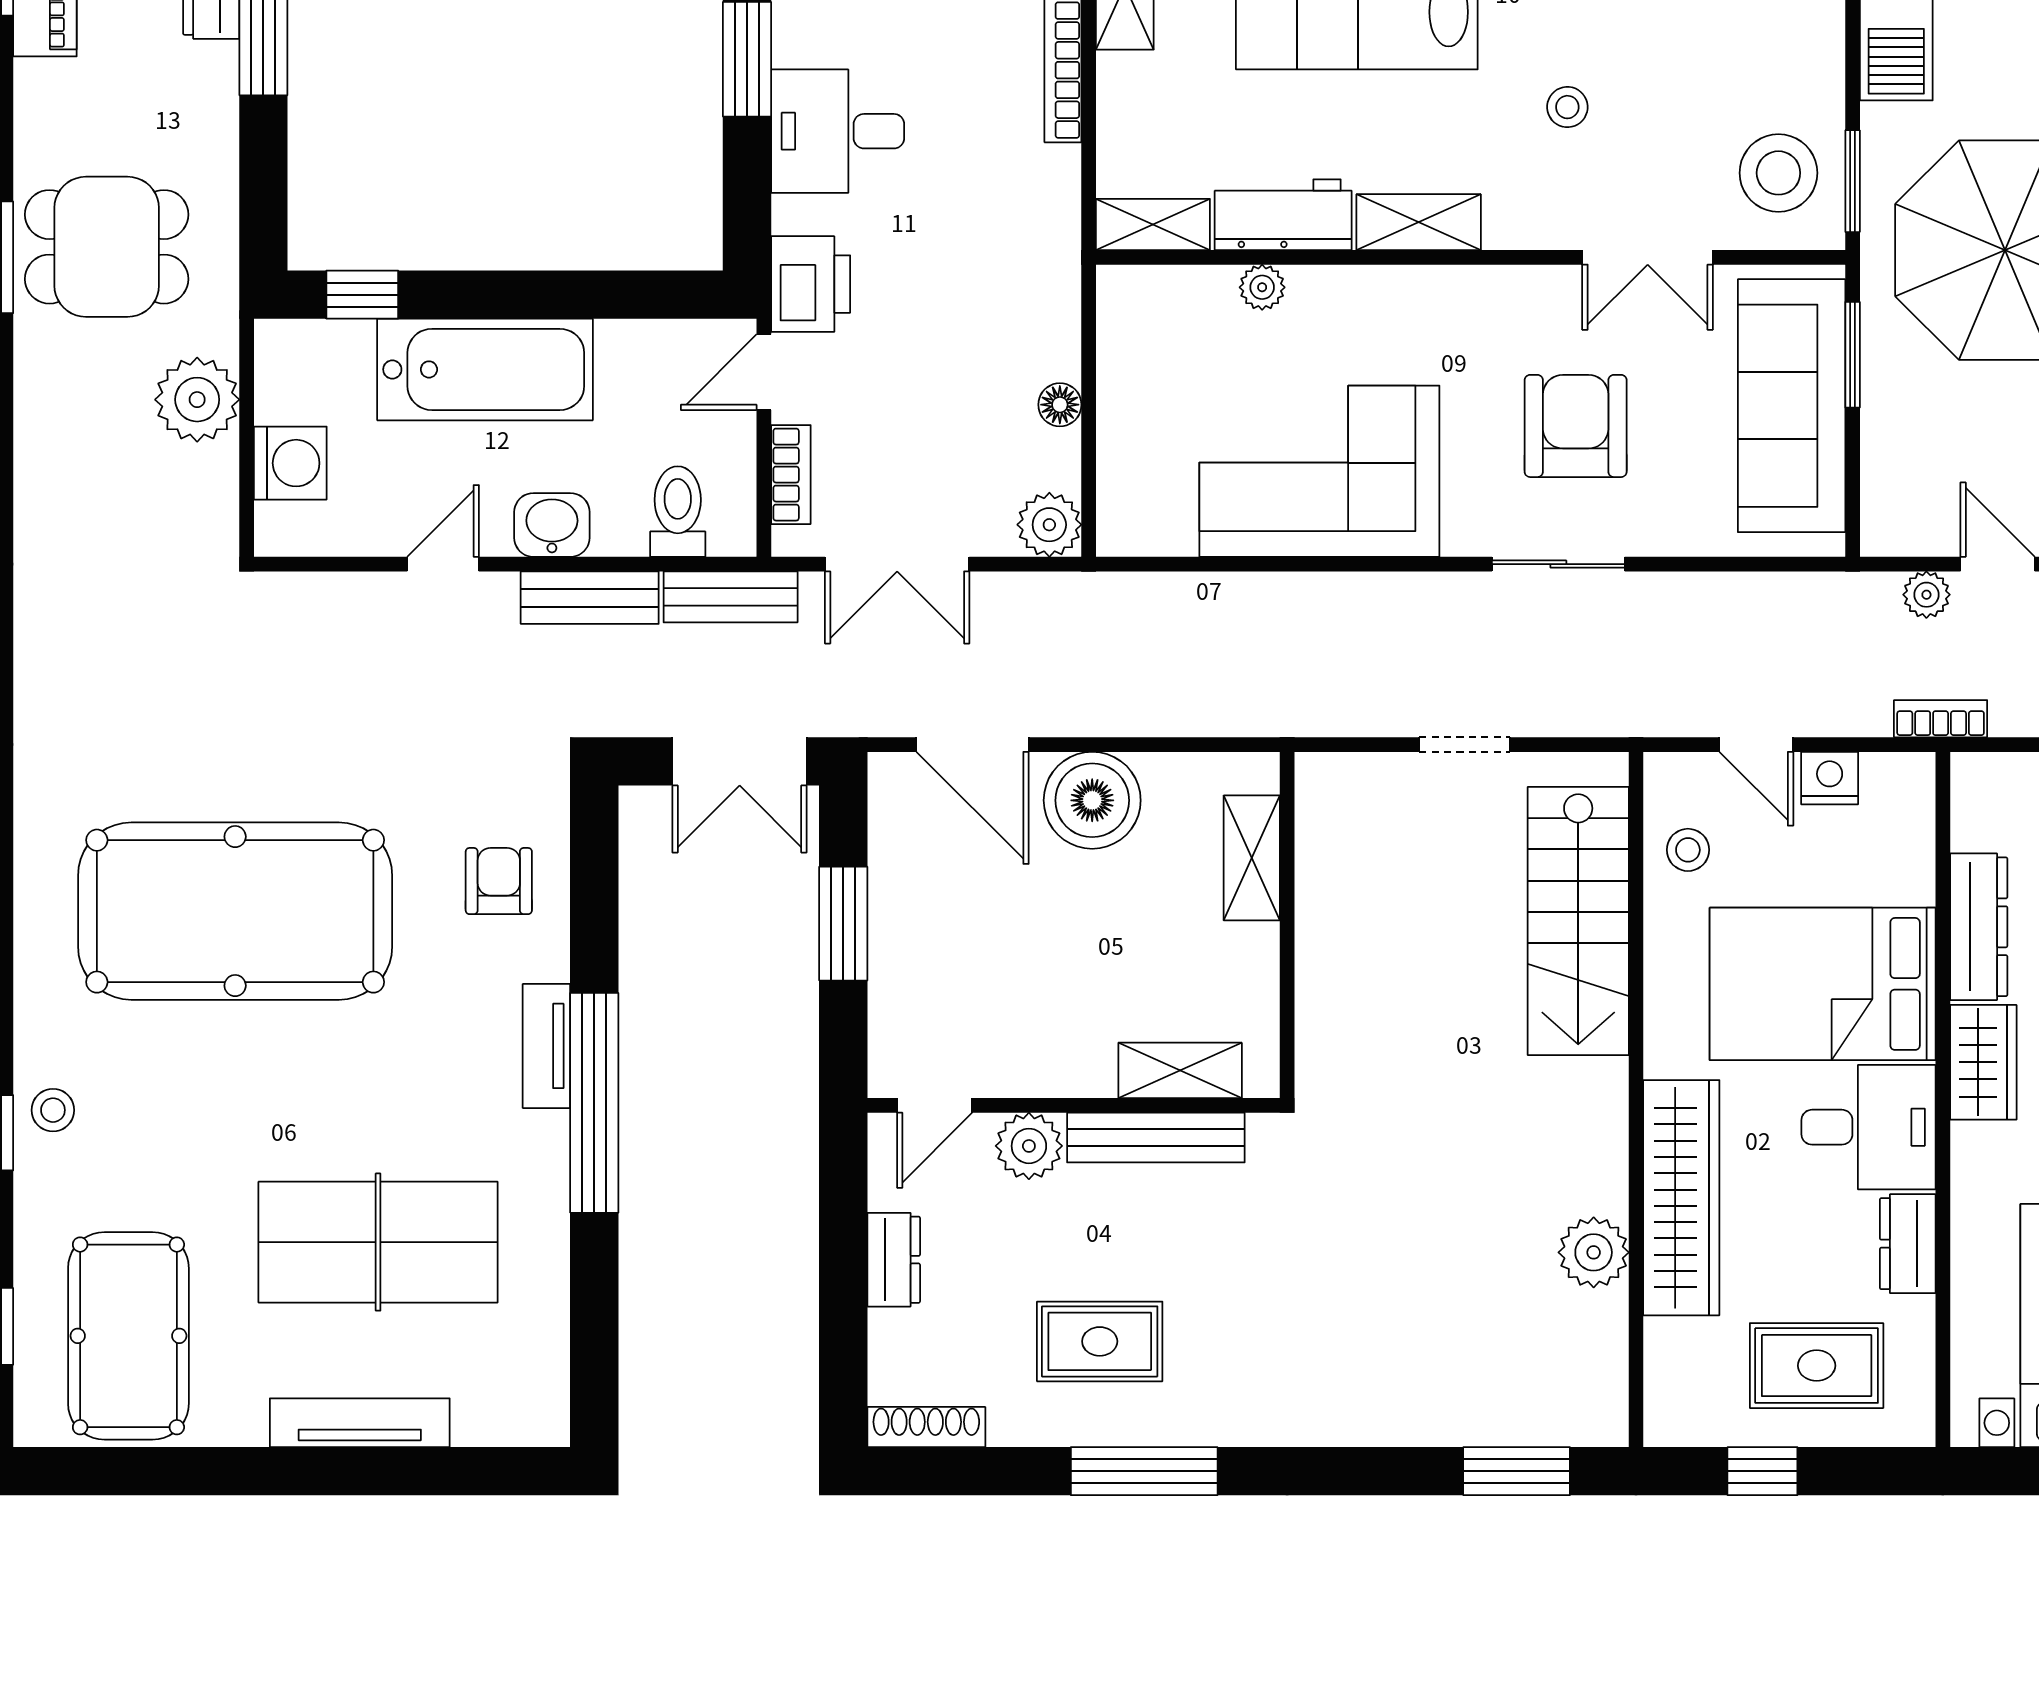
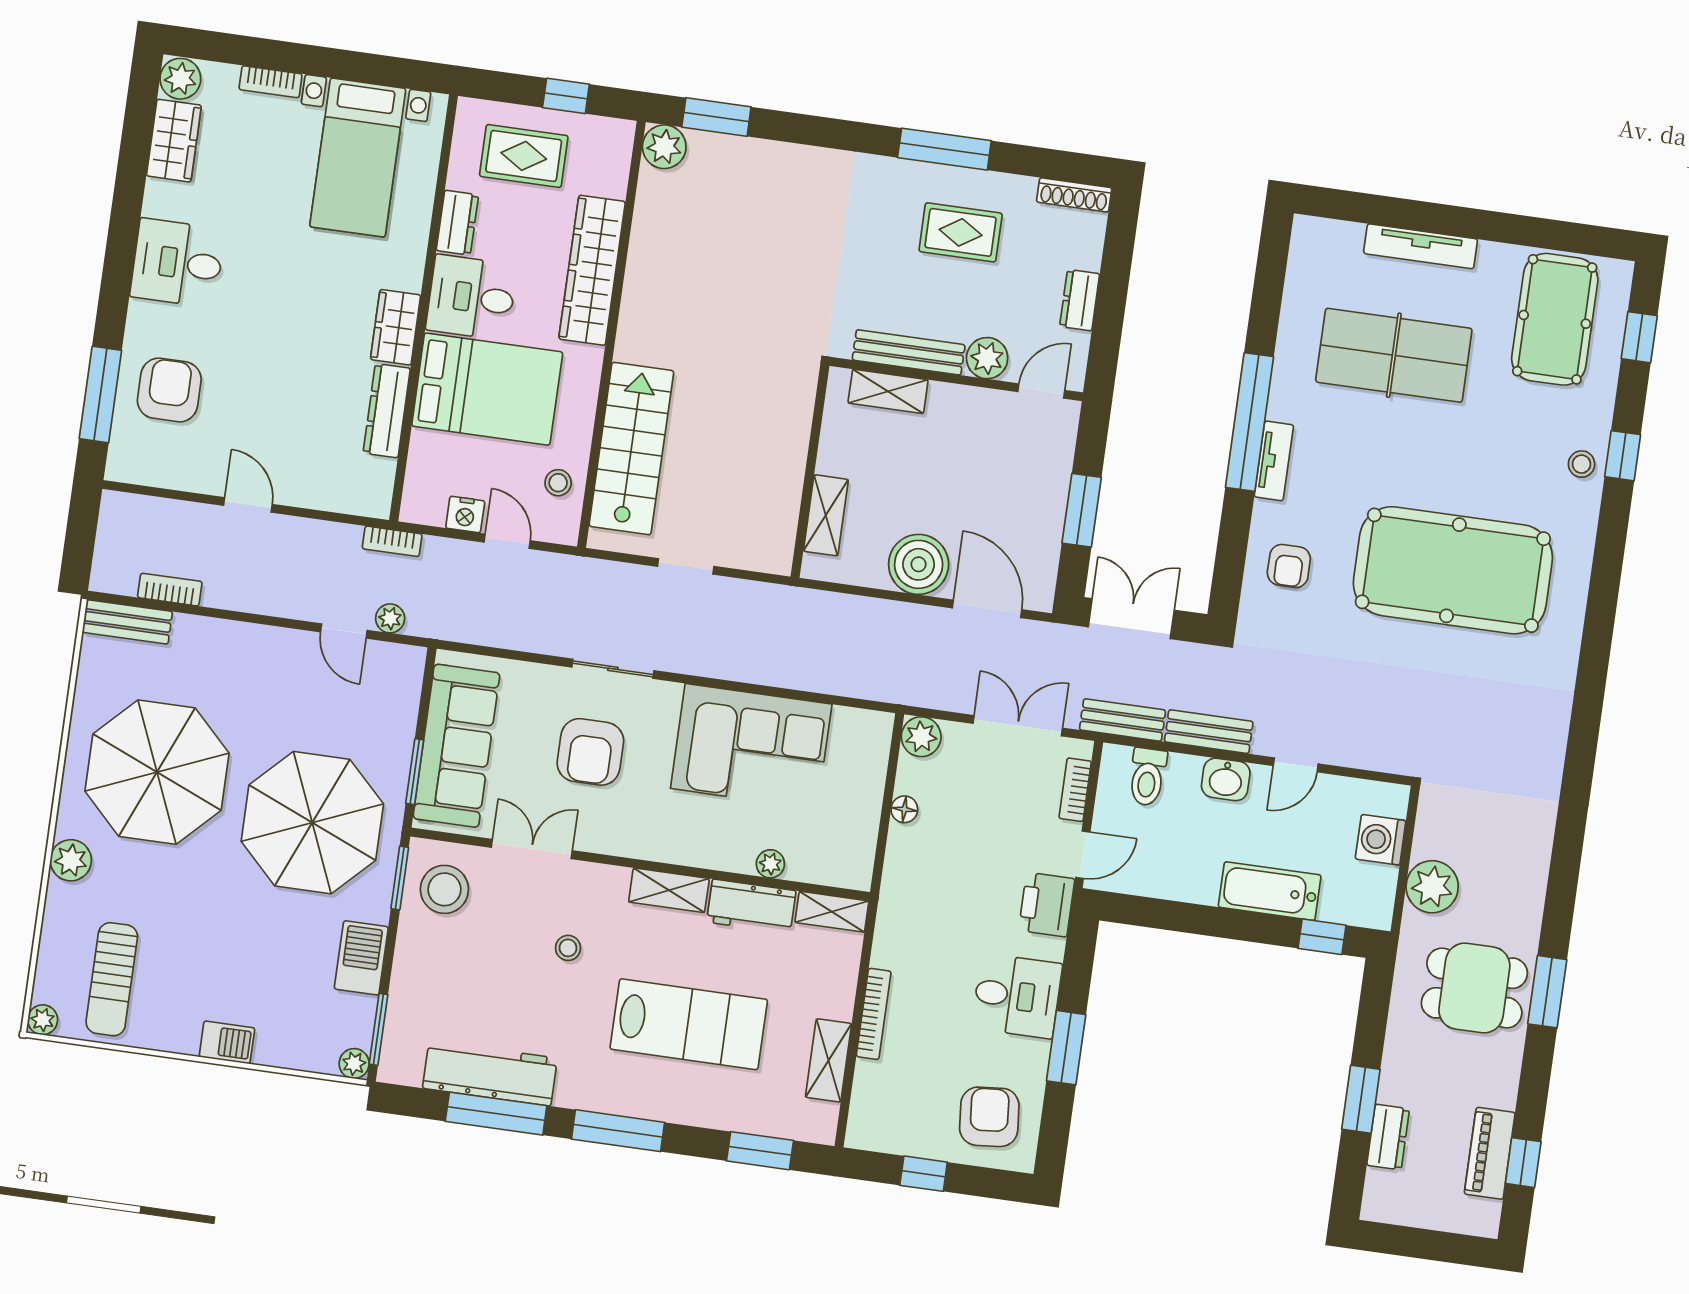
bathtub: (485, 369) -> (1270, 891), width x0.73, depth x0.73
plant: (1594, 1252) -> (664, 147), moved

